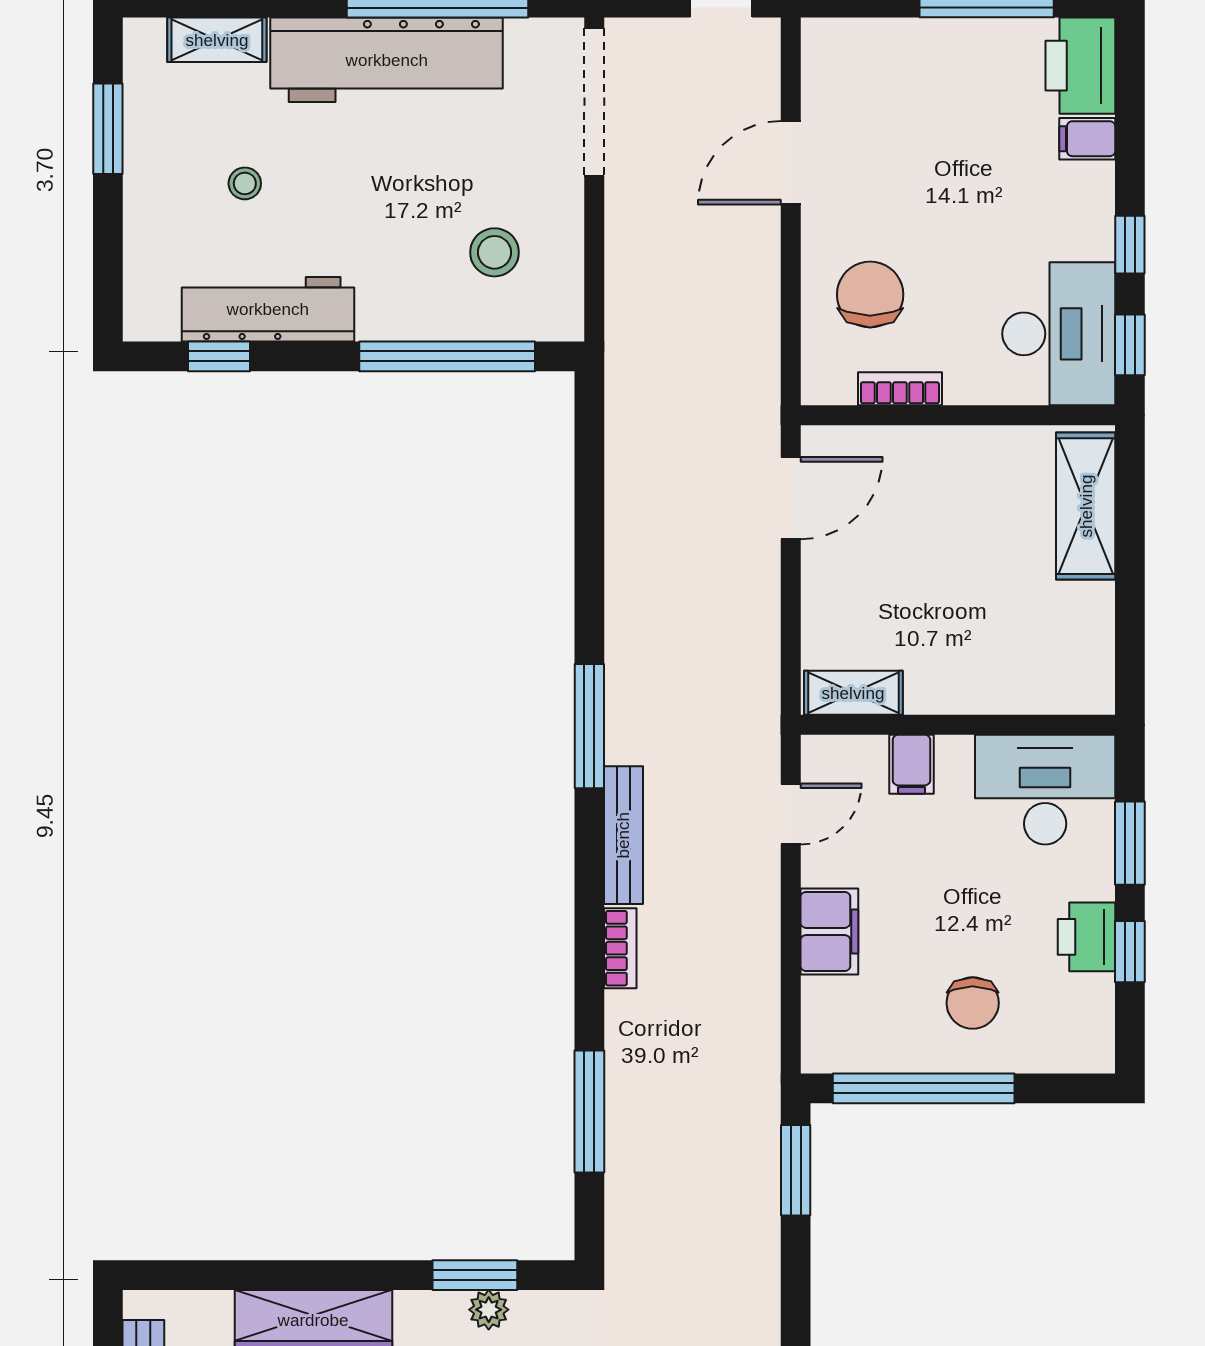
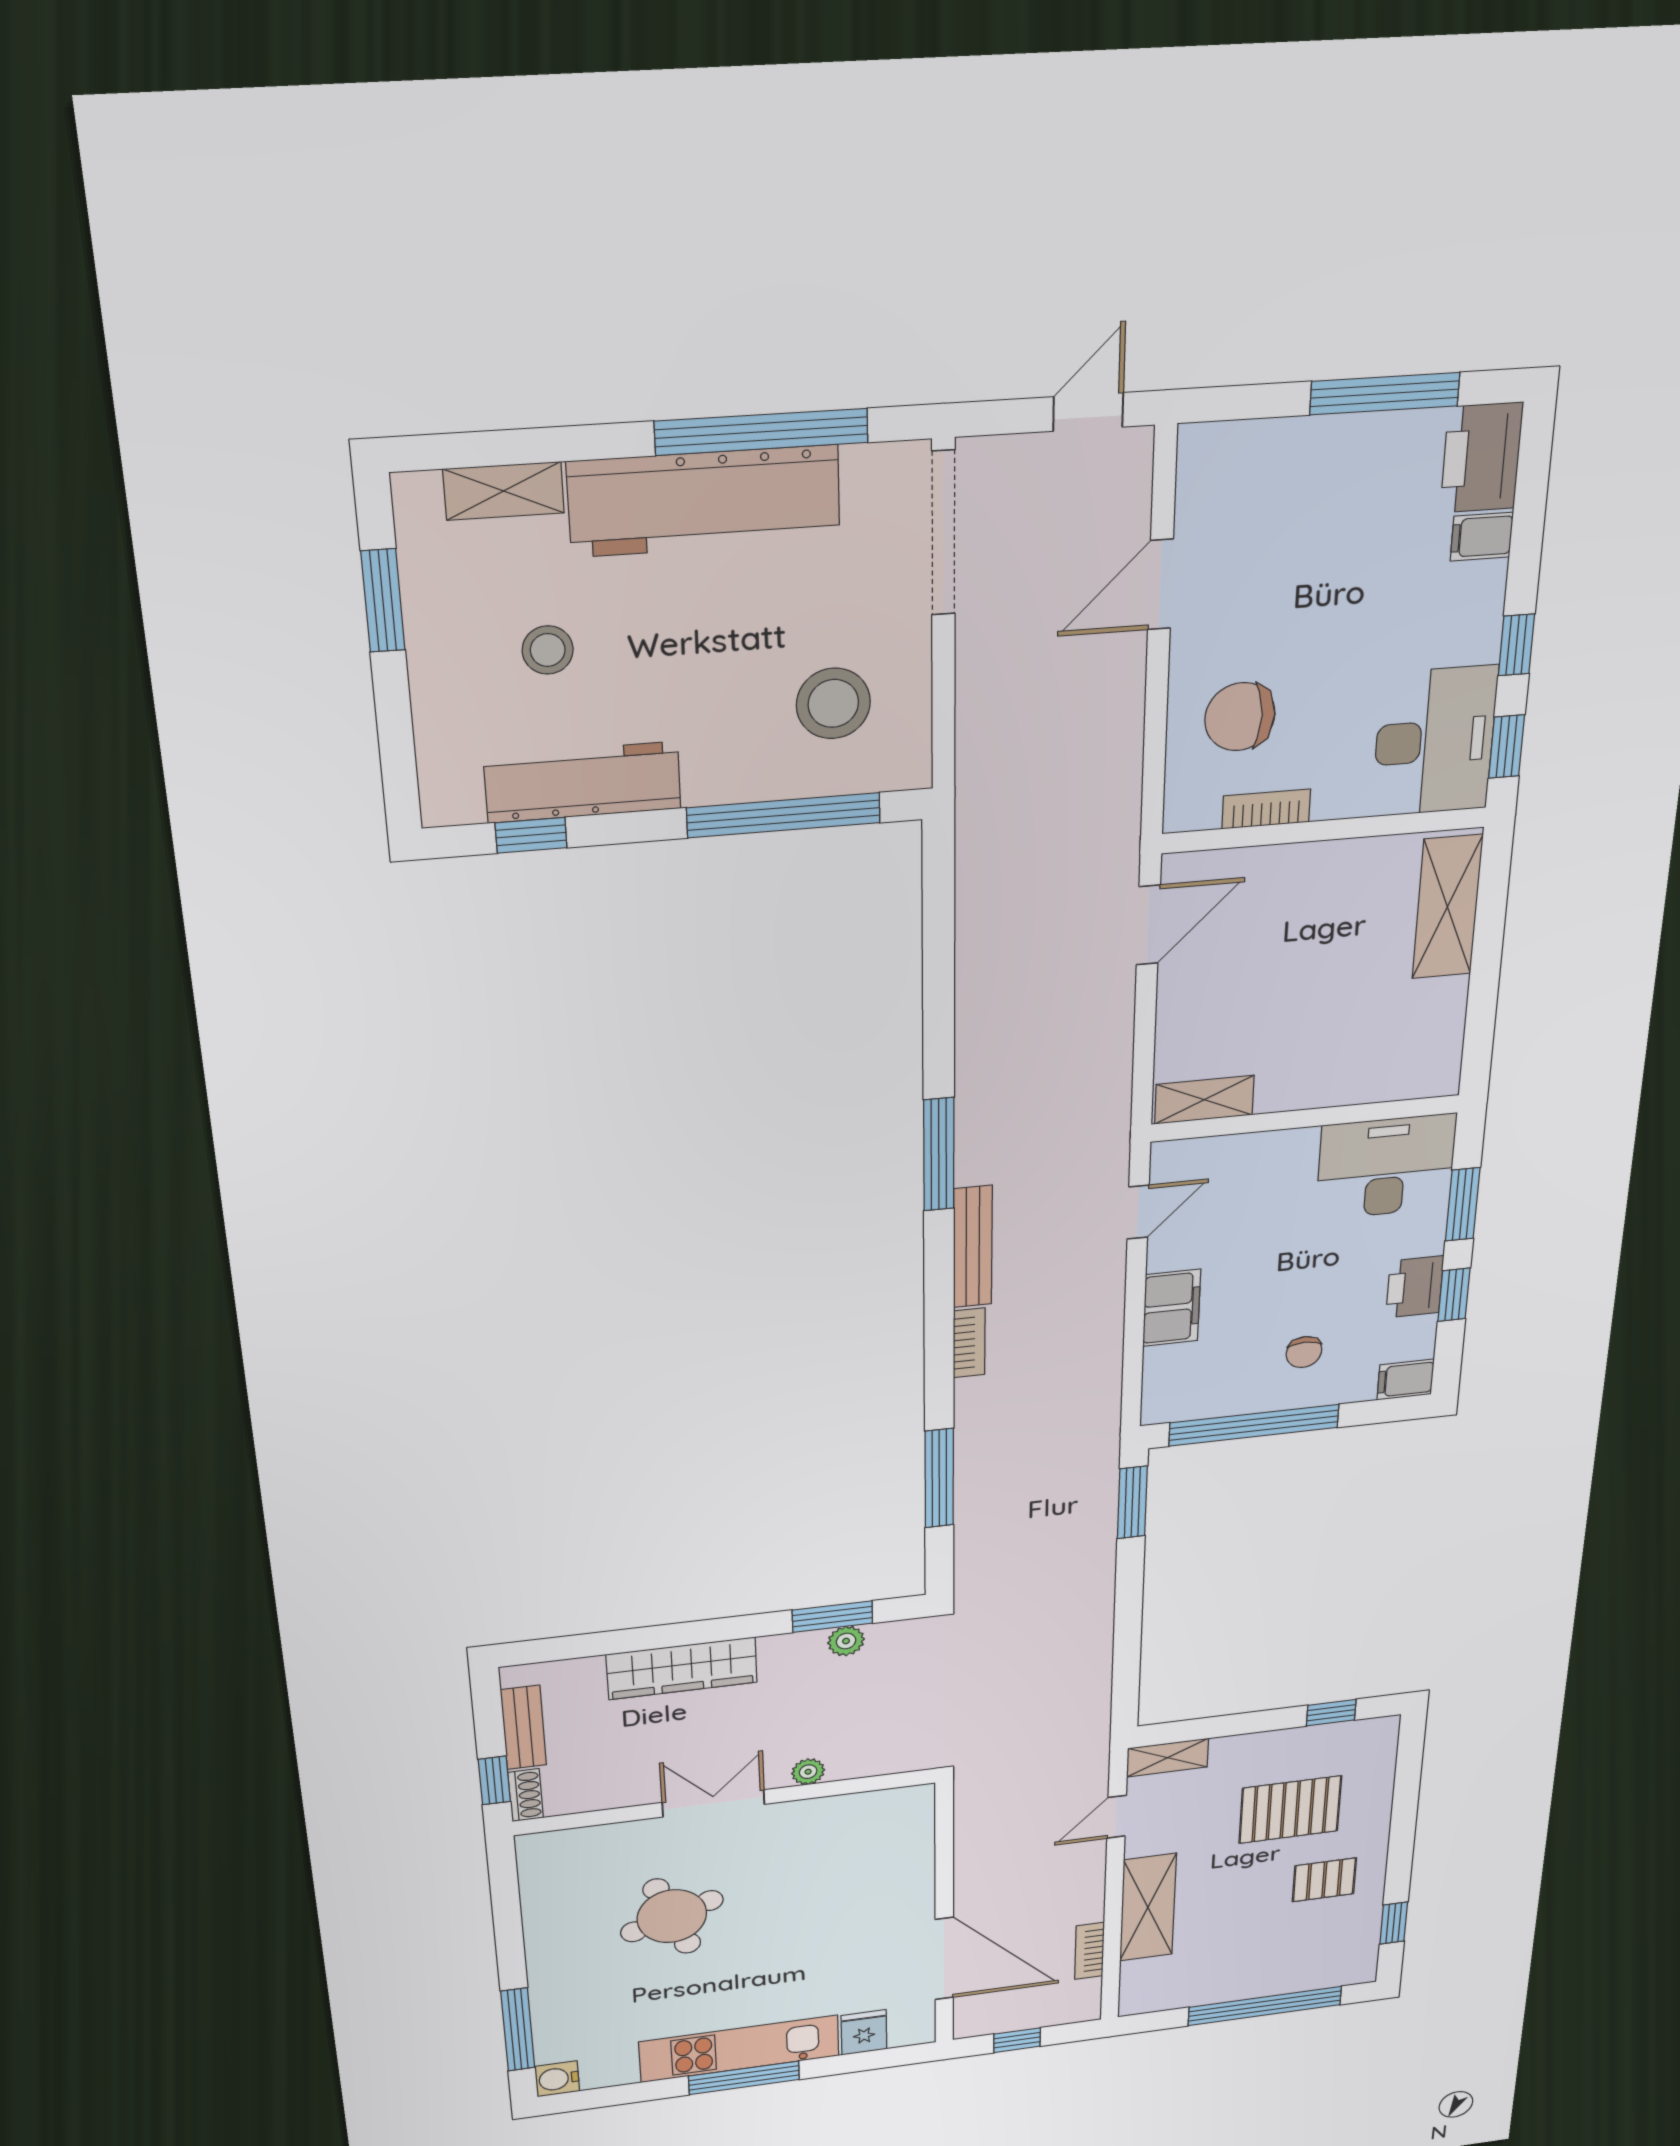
stool: (245, 183) -> (548, 650), width x1.37, depth x1.37
stool: (494, 252) -> (833, 703), width x1.38, depth x1.38
chair: (870, 295) -> (1240, 717), turned -90
filing cabinet: (911, 764) -> (1406, 1380), moved, turned 90
chair: (973, 1003) -> (1304, 1352), width x0.73, depth x0.73

